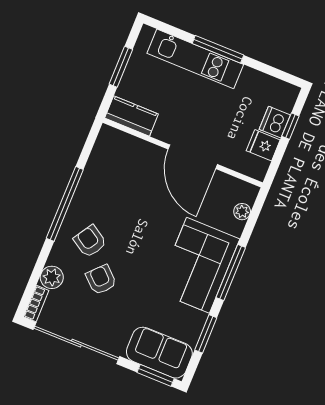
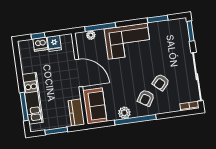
window: (218, 49) -> (24, 107), moved
door: (193, 157) -> (79, 73), hinge flipped
window: (231, 272) -> (100, 27), moved
plant: (52, 277) -> (124, 113), moved
sofa: (159, 353) -> (95, 106), moved, turned 180

